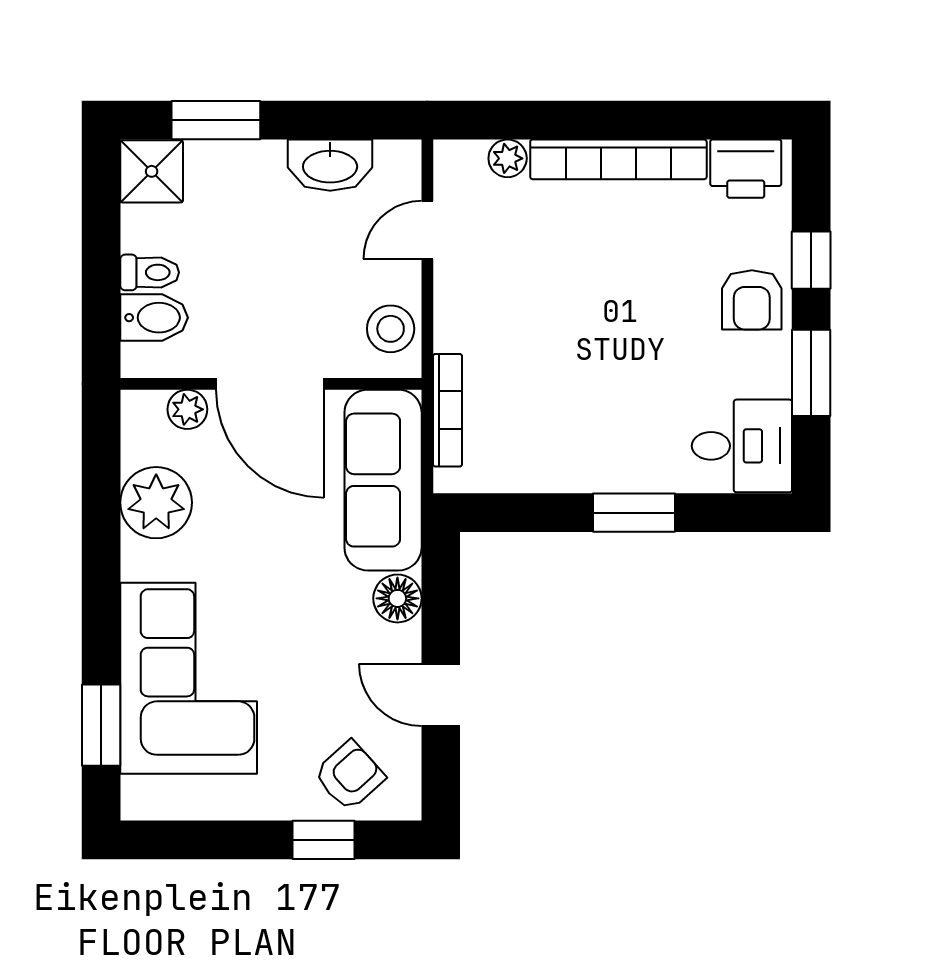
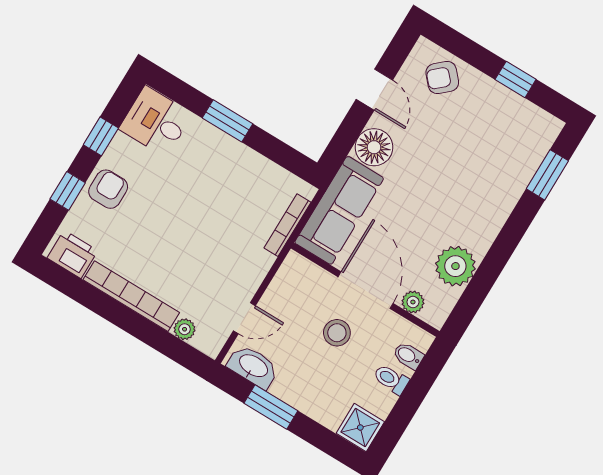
window: (216, 120) -> (271, 407), moved
washbasin: (330, 165) -> (253, 366), moved
bidet: (154, 318) -> (408, 356), width x0.72, depth x0.74
stool: (391, 329) -> (337, 333), moved
window: (811, 373) -> (101, 136), width x0.67
floor lamp: (397, 598) -> (374, 147), width x1.38, depth x1.38
corner sofa: (189, 678) -> (491, 172), removed
window: (323, 840) -> (516, 79), moved

